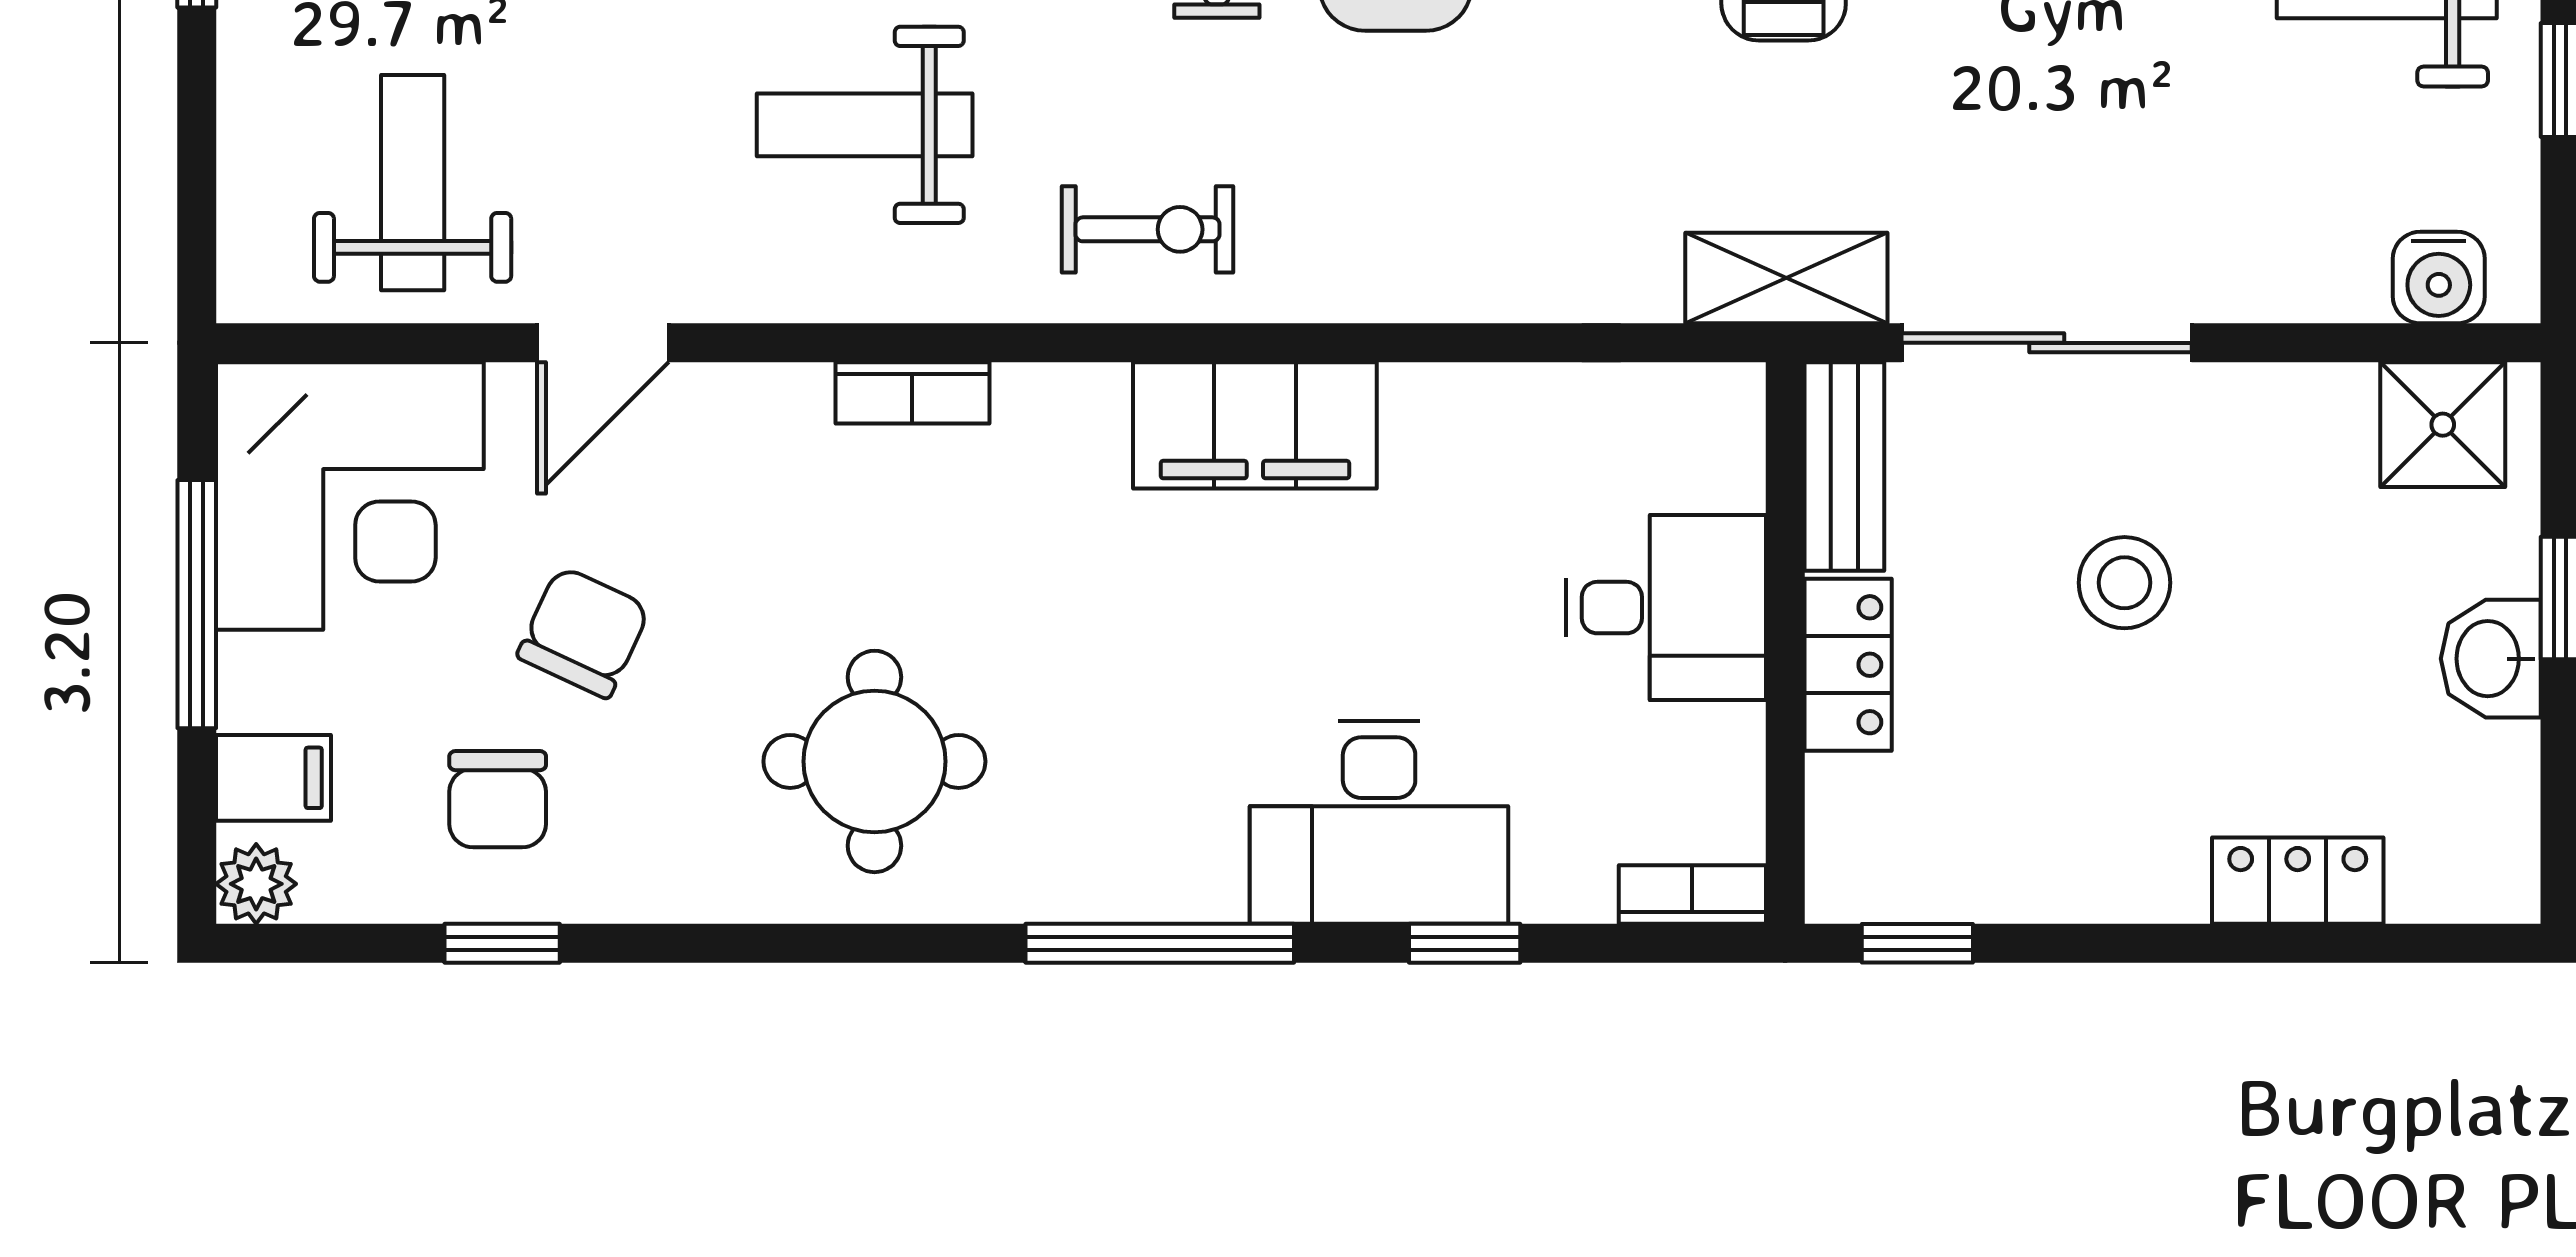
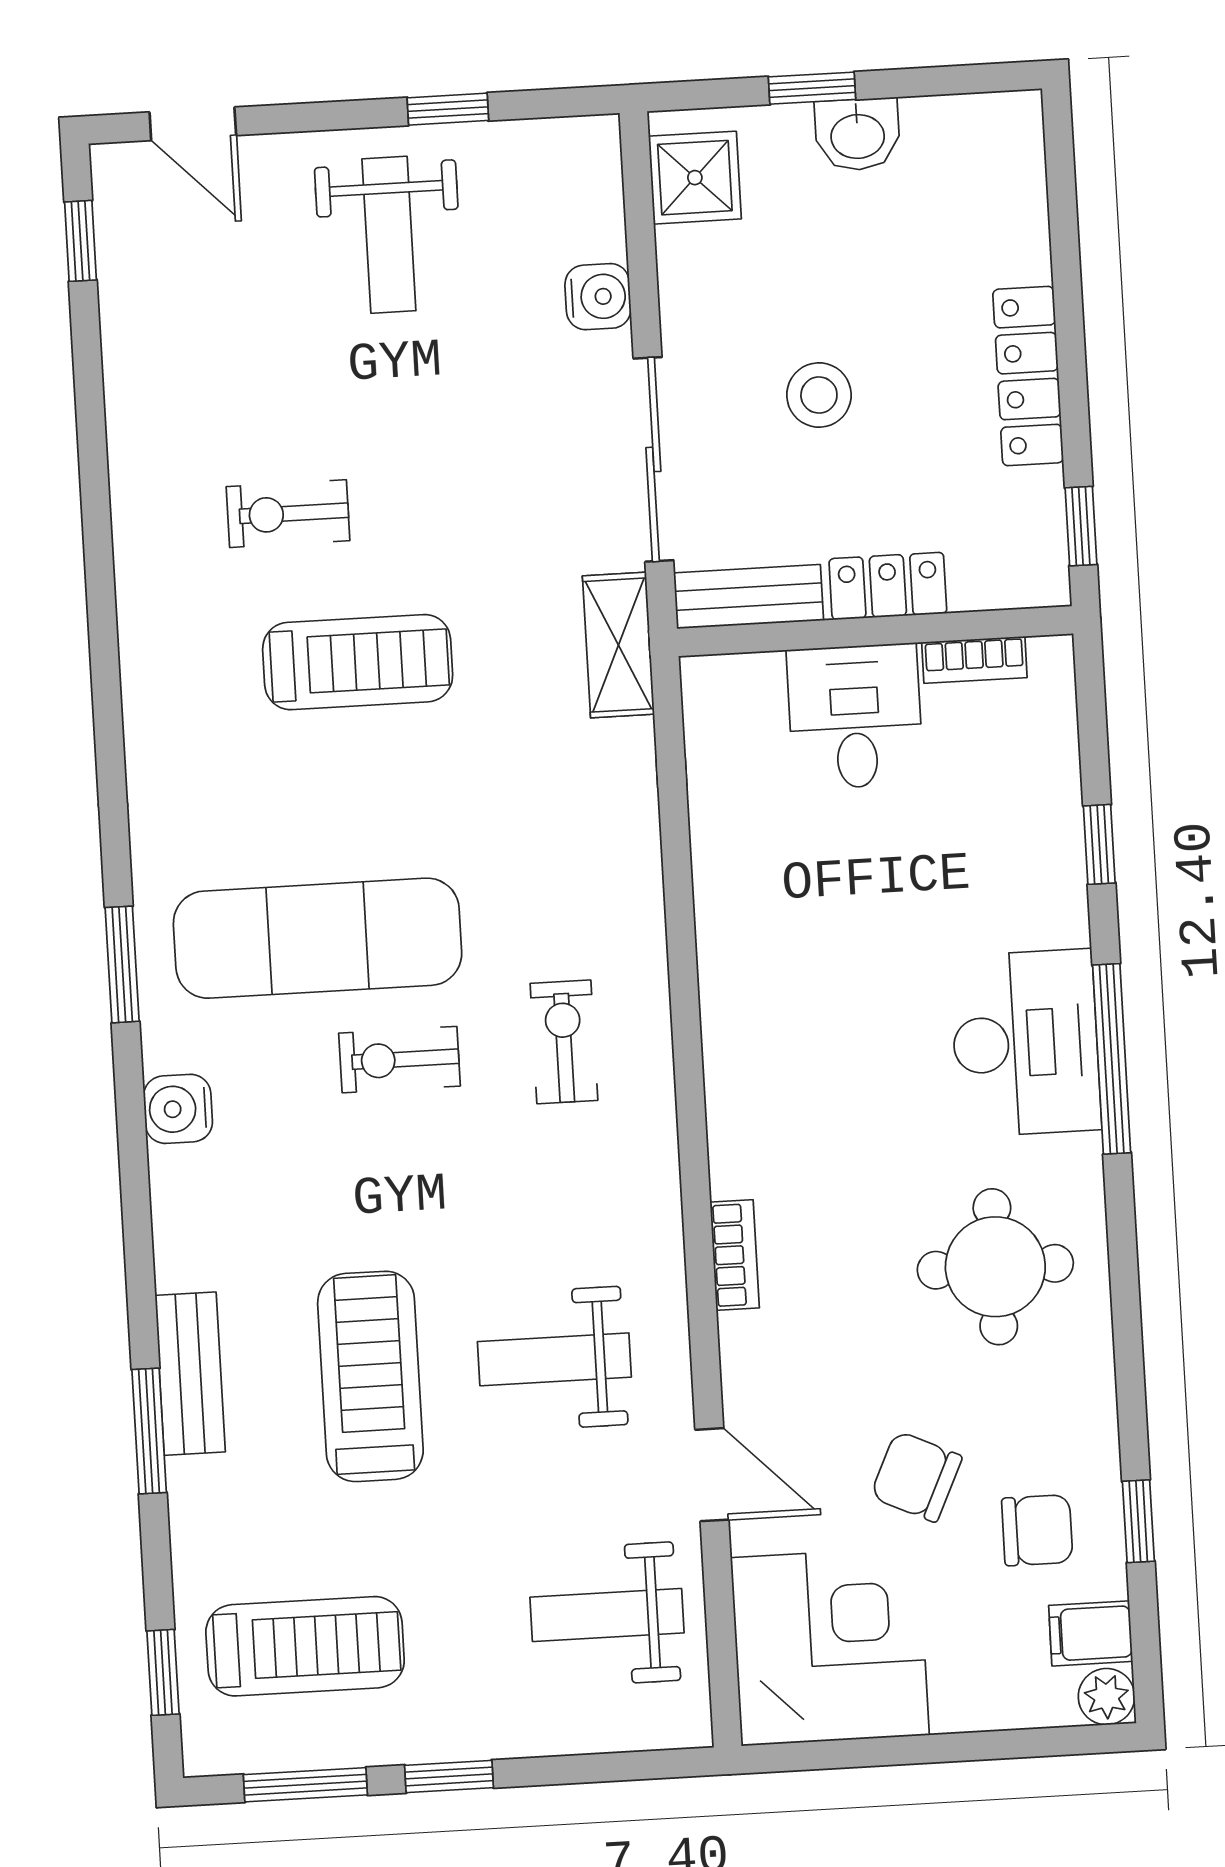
weight bench: (865, 125) -> (554, 1359), moved, turned 90
exercise bike: (1148, 229) -> (564, 1042), moved
water cooler: (2439, 278) -> (598, 297), moved
filing cabinet: (1255, 425) -> (744, 1013), removed
window: (197, 604) -> (912, 1750), removed
filing cabinet: (274, 778) -> (1091, 1633), moved, turned -90
desk: (1379, 822) -> (1025, 1043), moved
locker: (2298, 881) -> (1028, 376), moved, width x1.53
bookcase: (1692, 895) -> (974, 660), moved, turned -90

